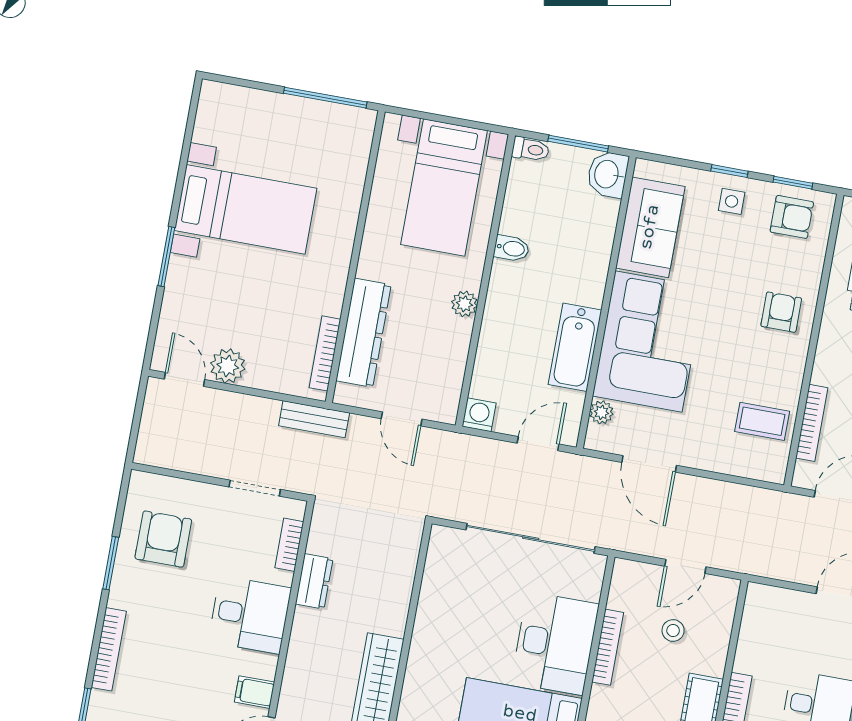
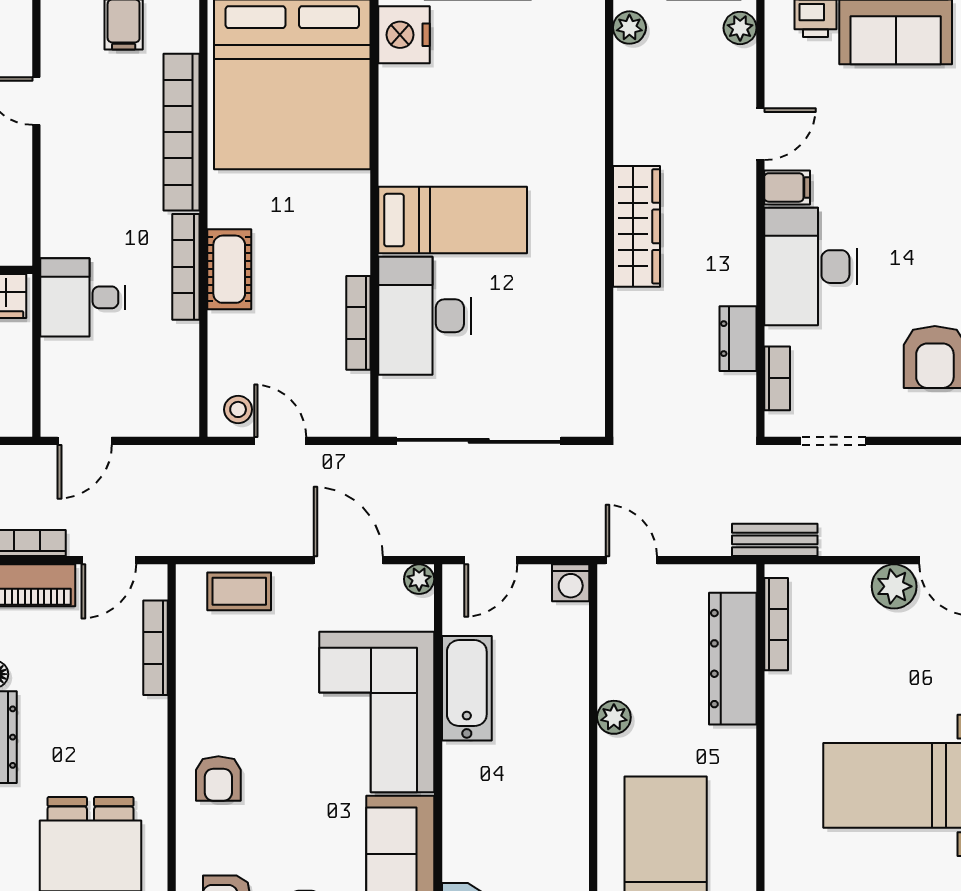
bidet: (511, 248) -> (568, 797), removed
plant: (601, 412) -> (419, 579), moved
door: (402, 419) -> (631, 560), moved
coffee table: (762, 421) -> (239, 591), moved
door: (685, 566) -> (280, 441), hinge flipped
desk: (250, 615) -> (810, 267), width x1.37
stool: (673, 630) -> (238, 409), moved

